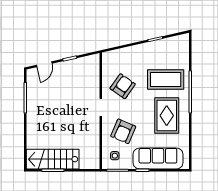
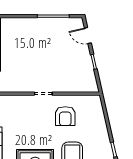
armchair: (123, 86) -> (65, 116), turned 55
armchair: (123, 131) -> (19, 117), removed

